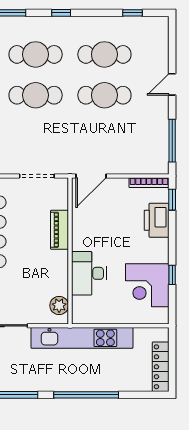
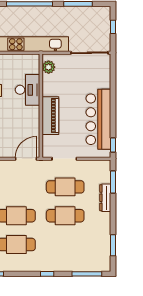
cafe table: (36, 54) -> (65, 187), moved
piano: (60, 230) -> (50, 116), width x1.37, depth x1.33

